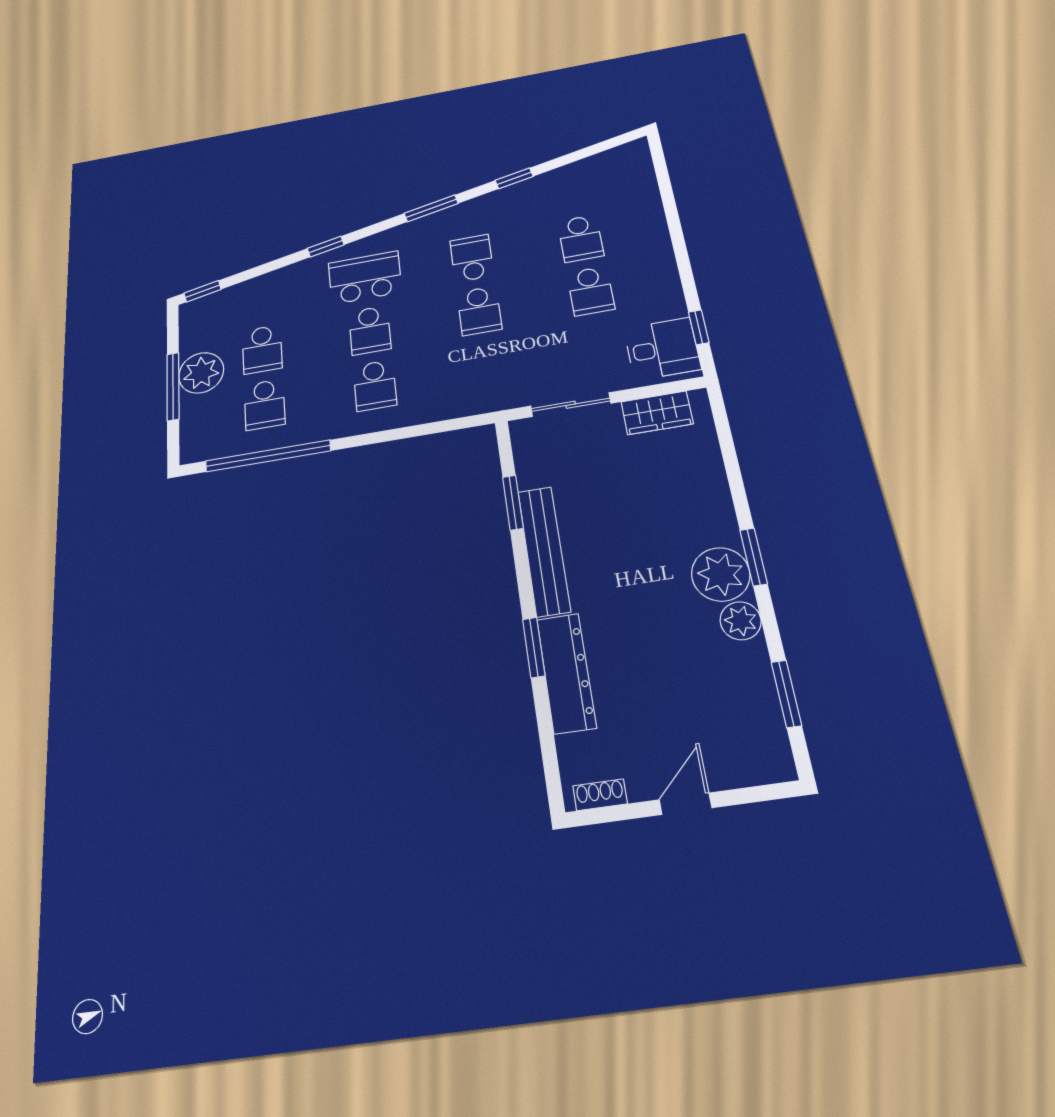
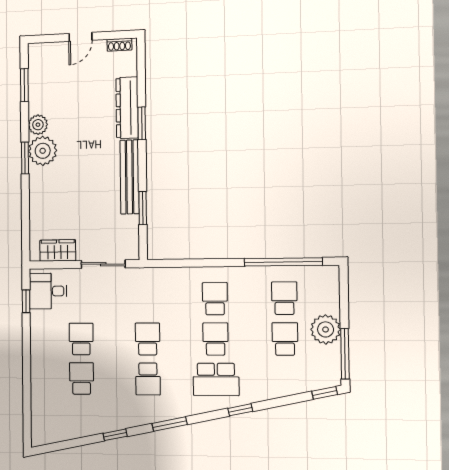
window: (173, 386) -> (345, 354), moved

